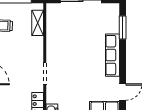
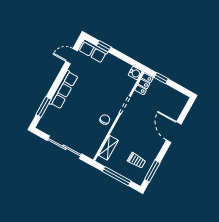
chair: (56, 48) -> (105, 119), added

